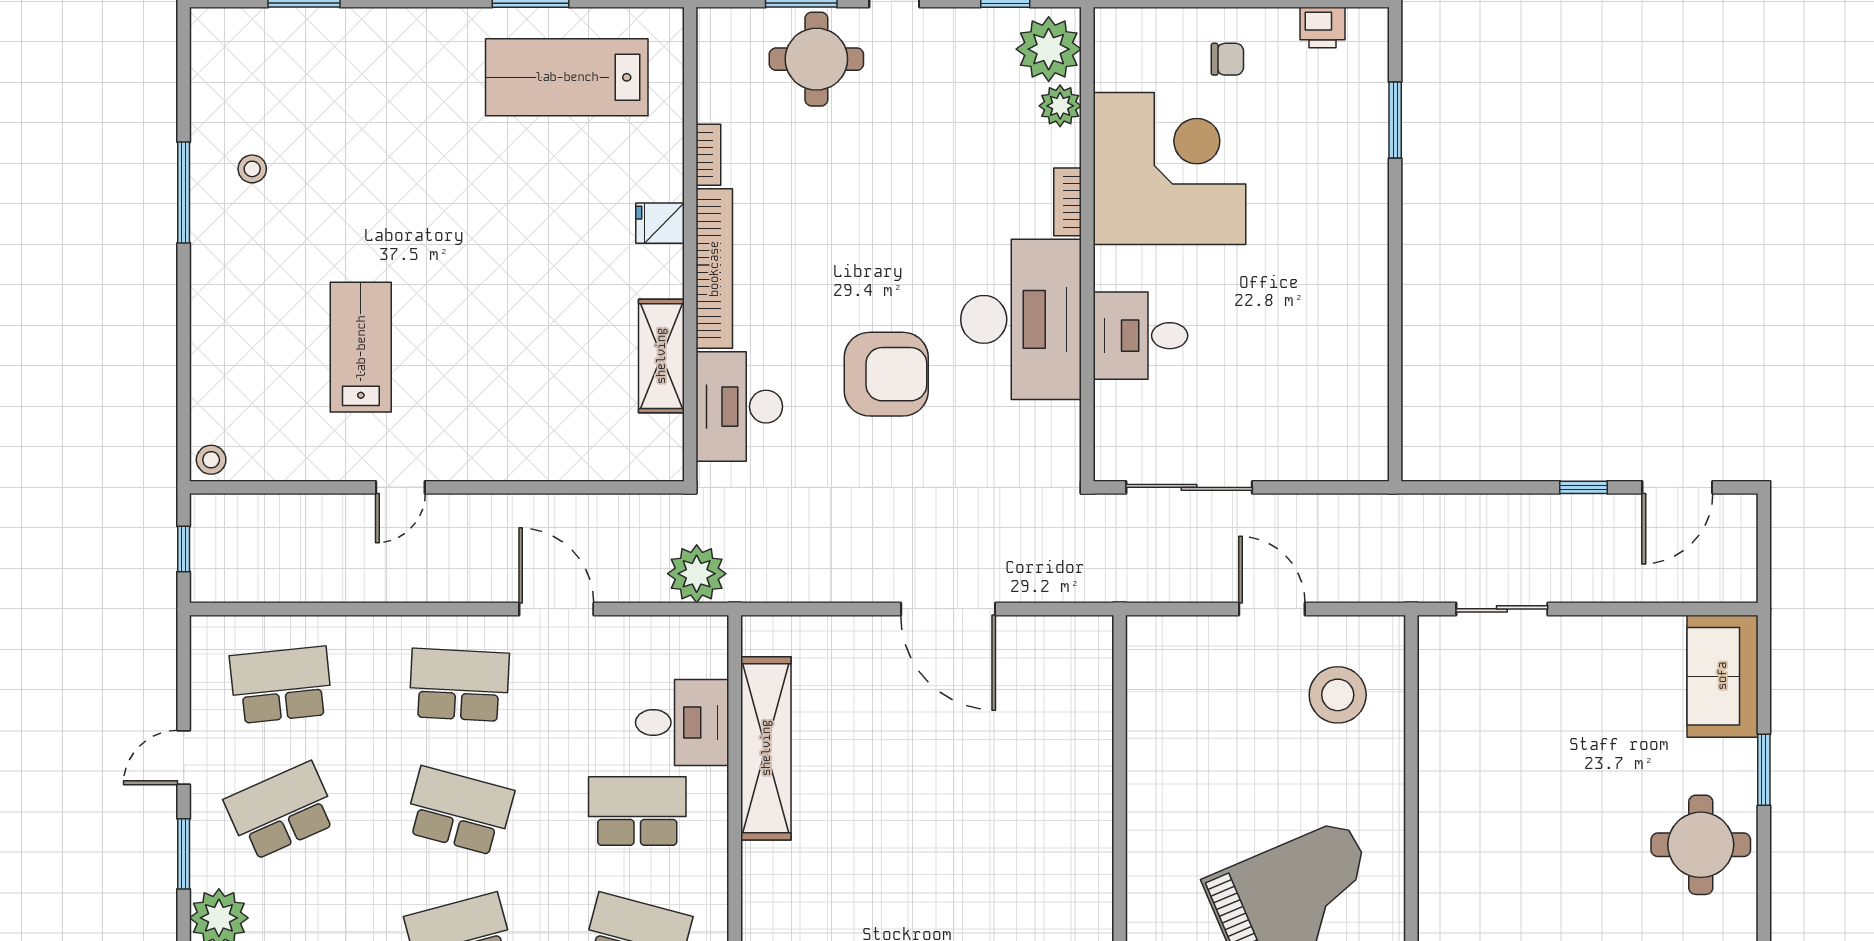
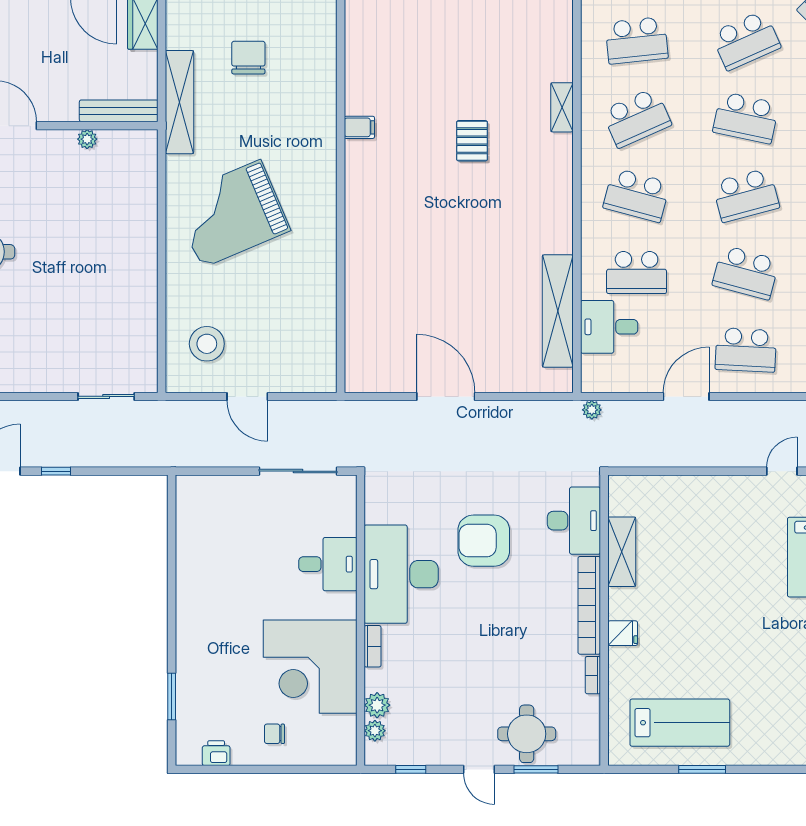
plant: (1049, 49) -> (375, 731), width x0.53, depth x0.53
plant: (697, 574) -> (592, 410), width x0.53, depth x0.53
door: (556, 609) -> (686, 396), swing flipped

